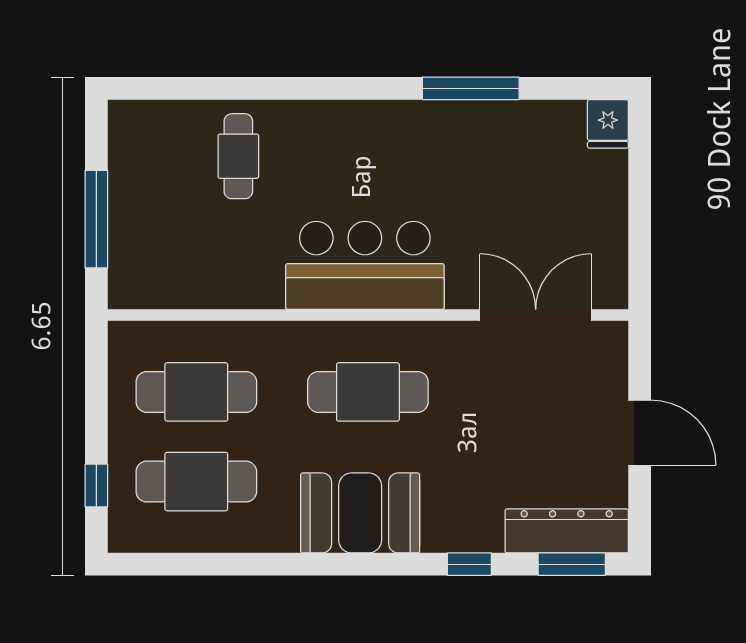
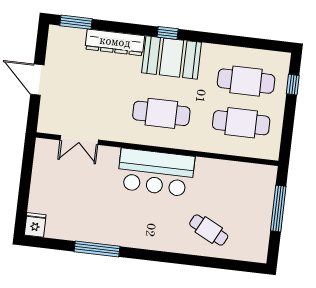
cafe table: (238, 156) -> (209, 230), turned -63
double door: (536, 315) -> (79, 140), width x0.73
dresser: (567, 531) -> (115, 42), moved
window: (469, 564) -> (168, 33), moved

